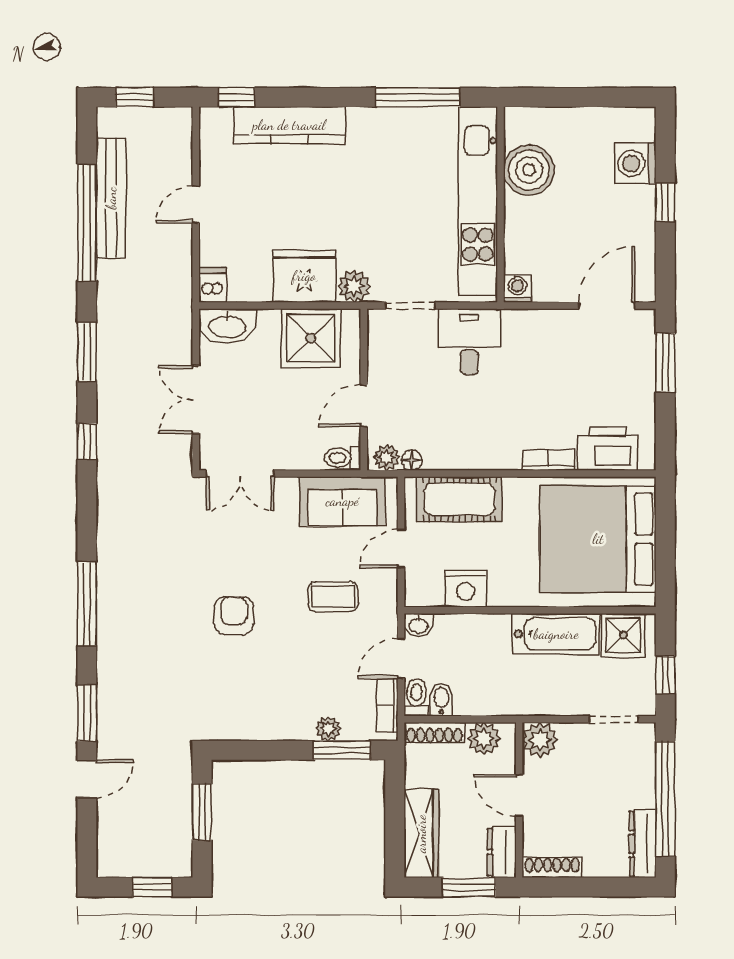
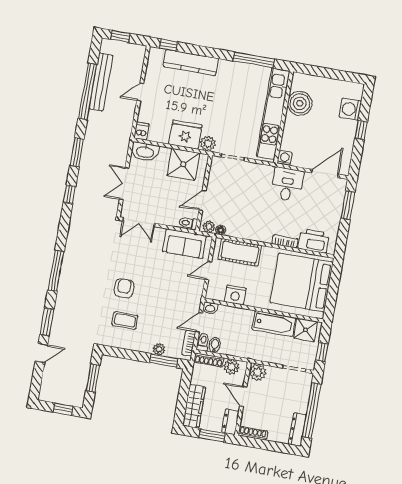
desk: (469, 342) -> (287, 184), moved
coffee table: (333, 597) -> (125, 320), moved

